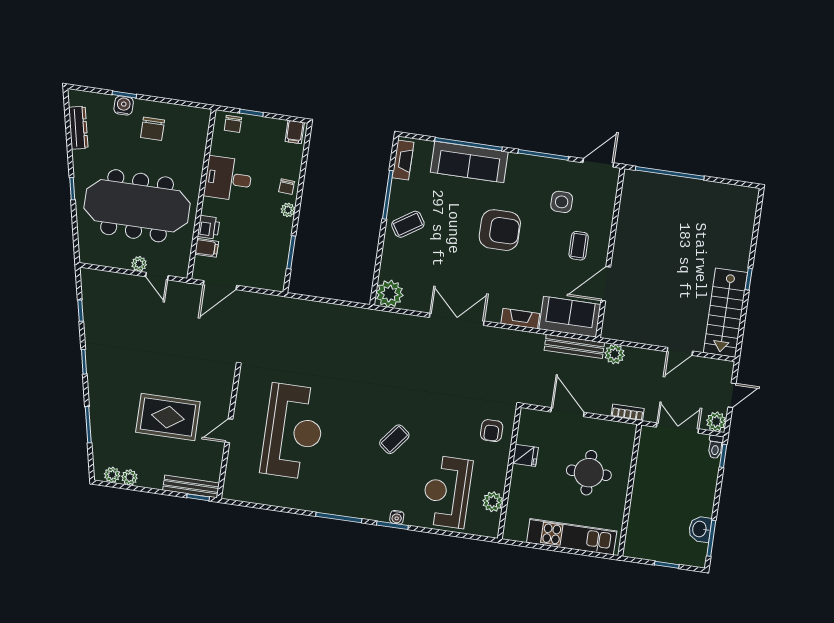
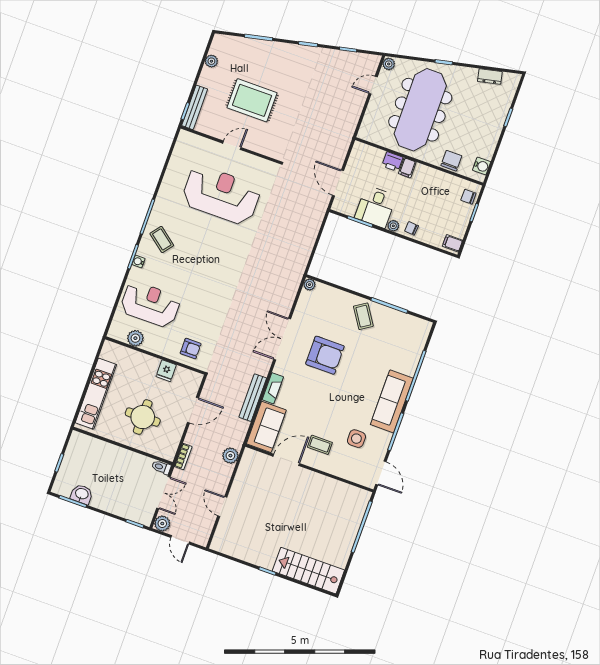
water cooler: (124, 106) -> (482, 166), moved
dresser: (78, 128) -> (490, 77), width x0.70
chair: (153, 129) -> (451, 161), moved, turned 90
fireplace: (403, 160) -> (414, 323), removed
sofa: (469, 162) -> (392, 401), moved
desk: (228, 179) -> (375, 207), moved, turned 180
armchair: (500, 230) -> (325, 355), moved, turned -90
filing cabinet: (207, 248) -> (407, 168), moved
plant: (139, 264) -> (389, 64), moved
door: (157, 276) -> (373, 85), moved
door: (606, 284) -> (286, 460), hinge flipped
door: (220, 285) -> (338, 183), moved
plant: (390, 294) -> (309, 285), width x0.53, depth x0.53
stairs: (725, 313) -> (308, 571), moved
double door: (457, 319) -> (282, 339), swing flipped
bench: (574, 346) -> (253, 398), moved
rug: (168, 417) -> (252, 100), turned 90
door: (229, 431) -> (232, 145), hinge flipped
armchair: (492, 431) -> (191, 349), turned 180
reception desk: (293, 432) -> (221, 195), turned 180
coffee table: (394, 439) -> (162, 239), moved
toilet: (715, 447) -> (161, 467), moved
plant: (112, 475) -> (216, 48), removed

